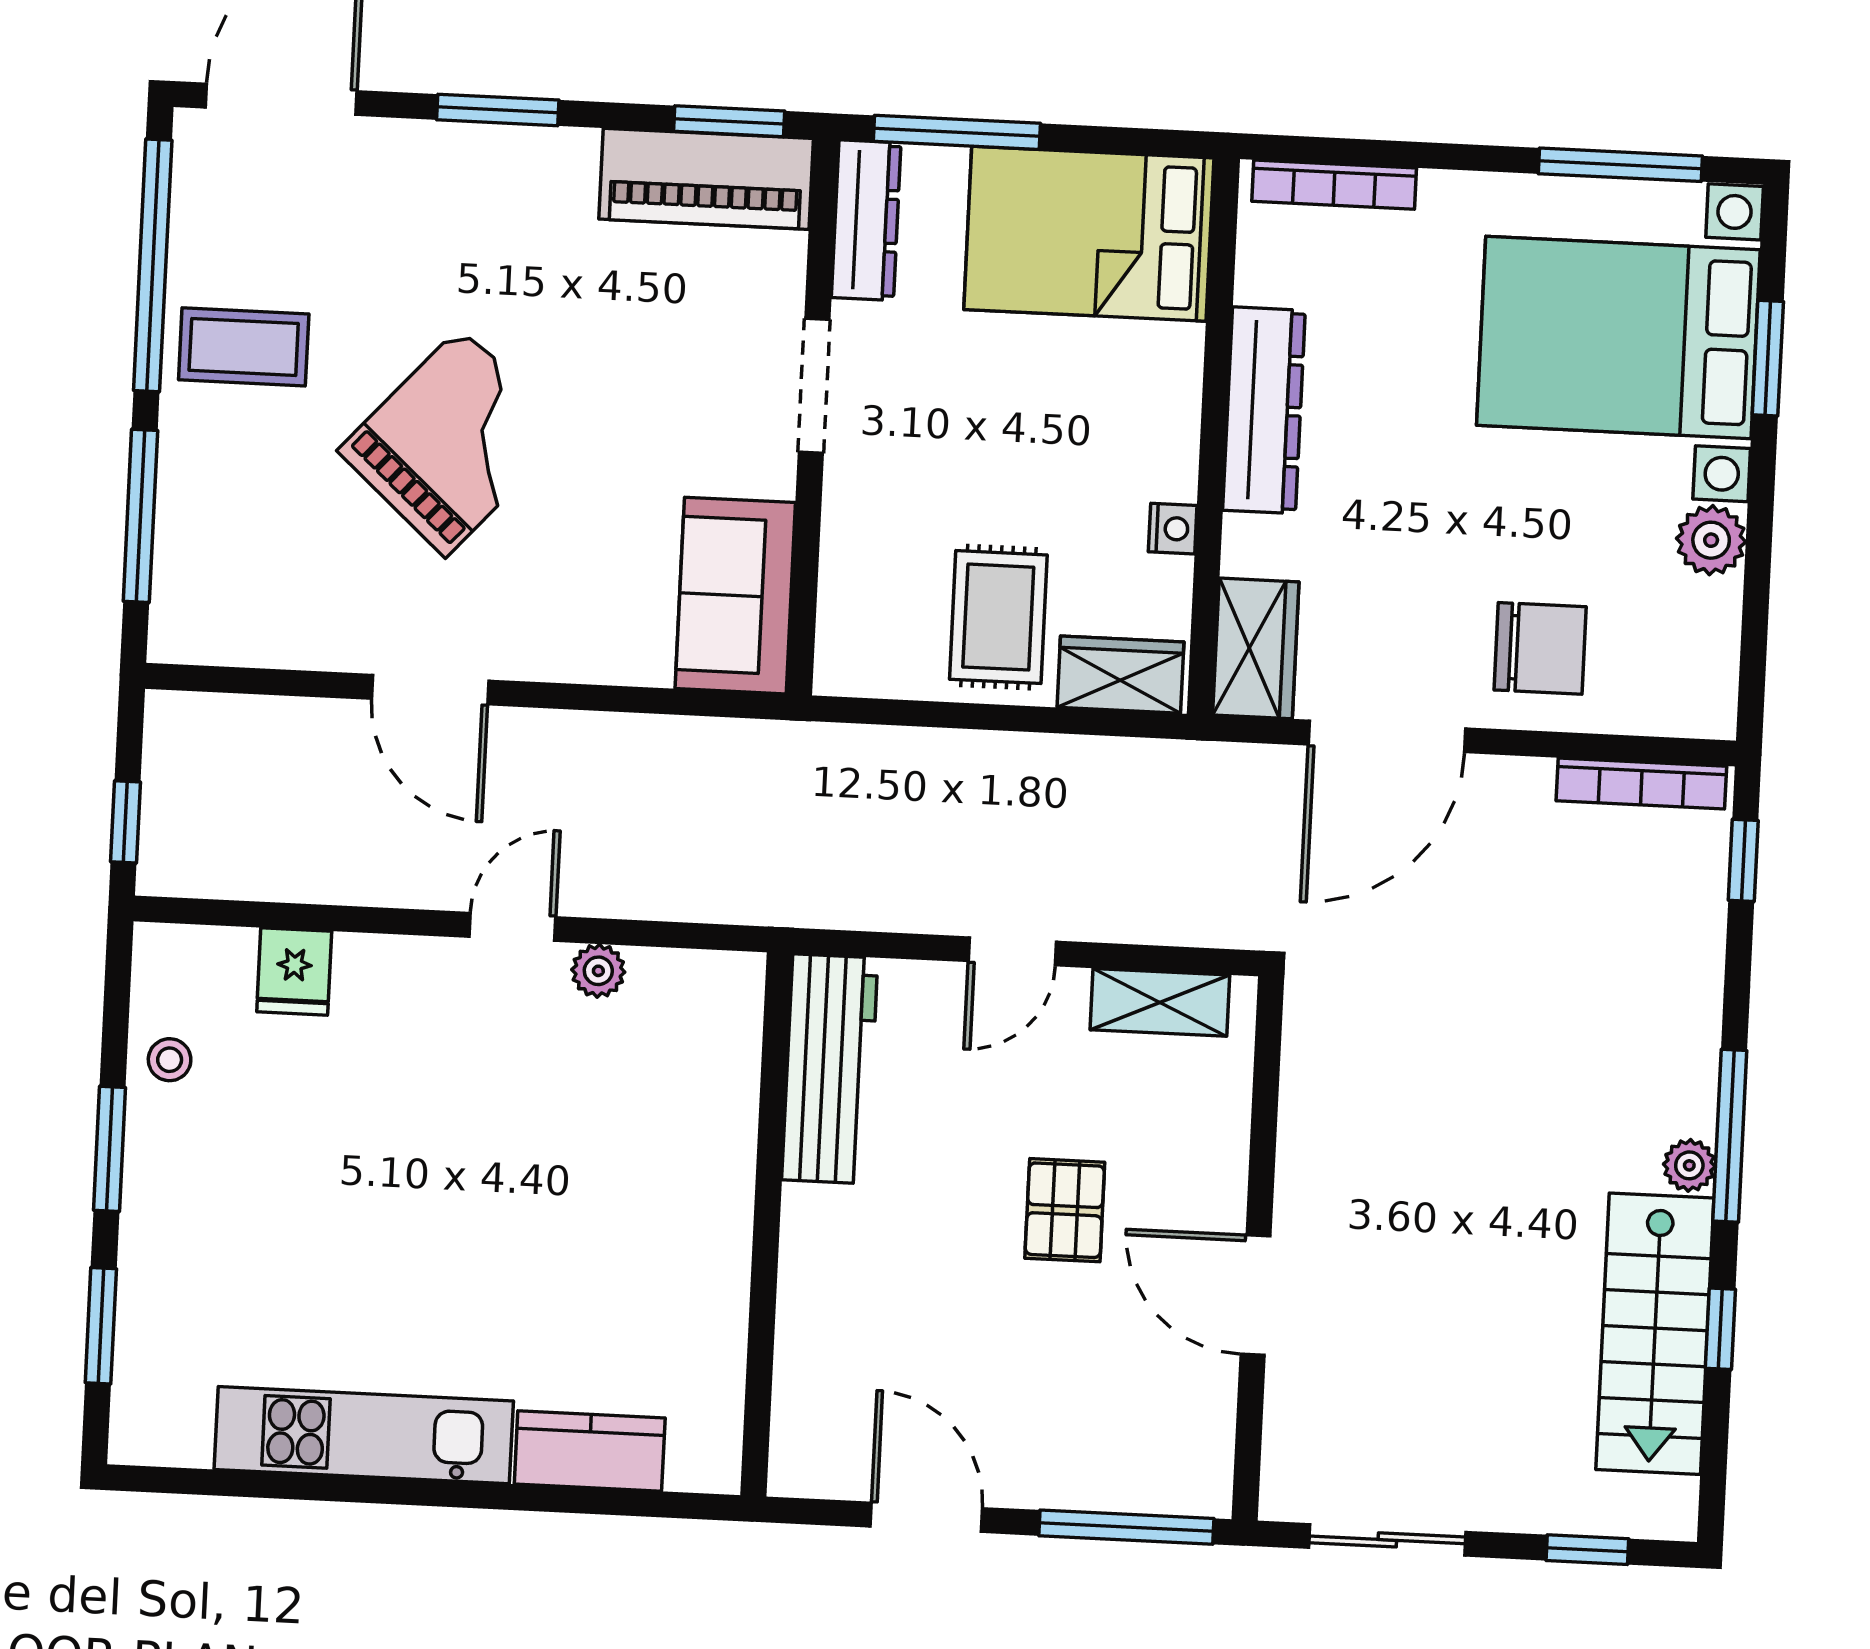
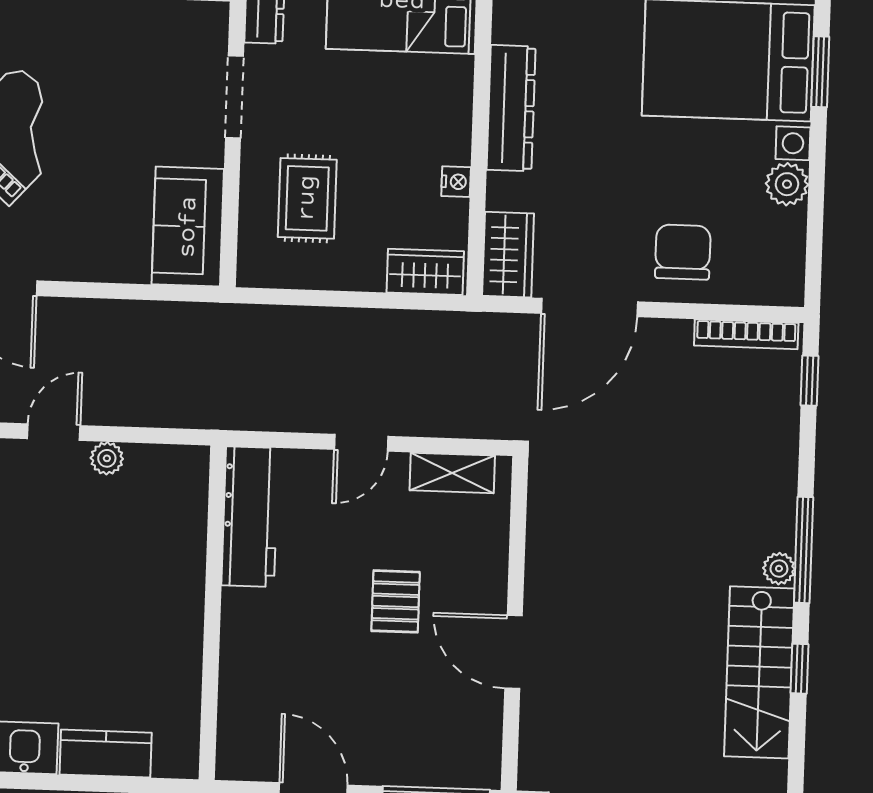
rug: (998, 617) -> (307, 198), moved
chair: (1540, 648) -> (683, 252), turned -90

